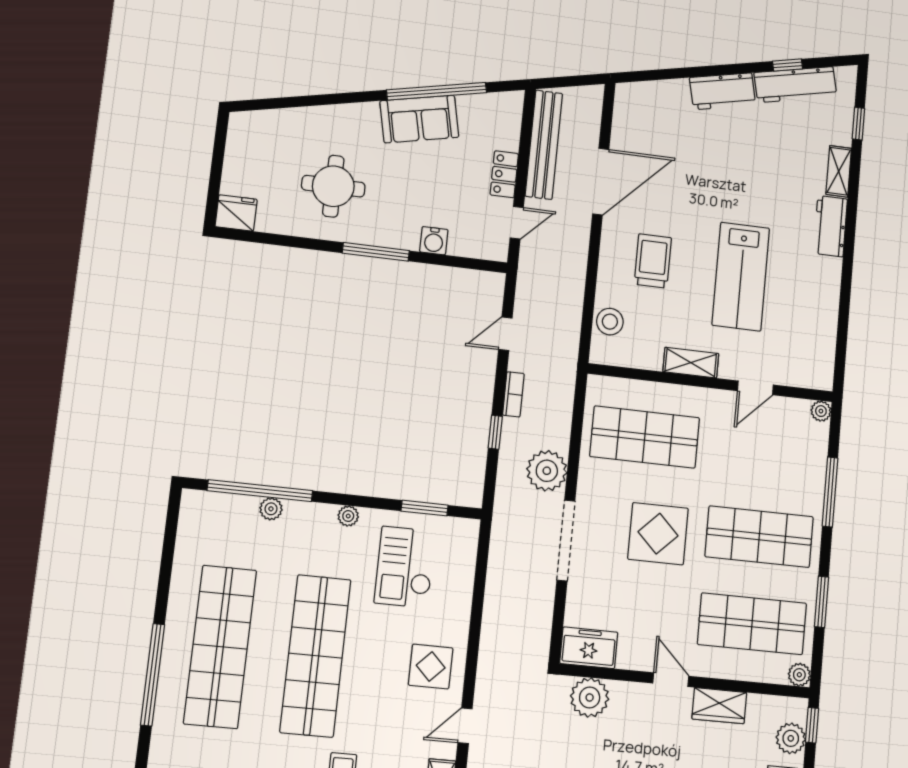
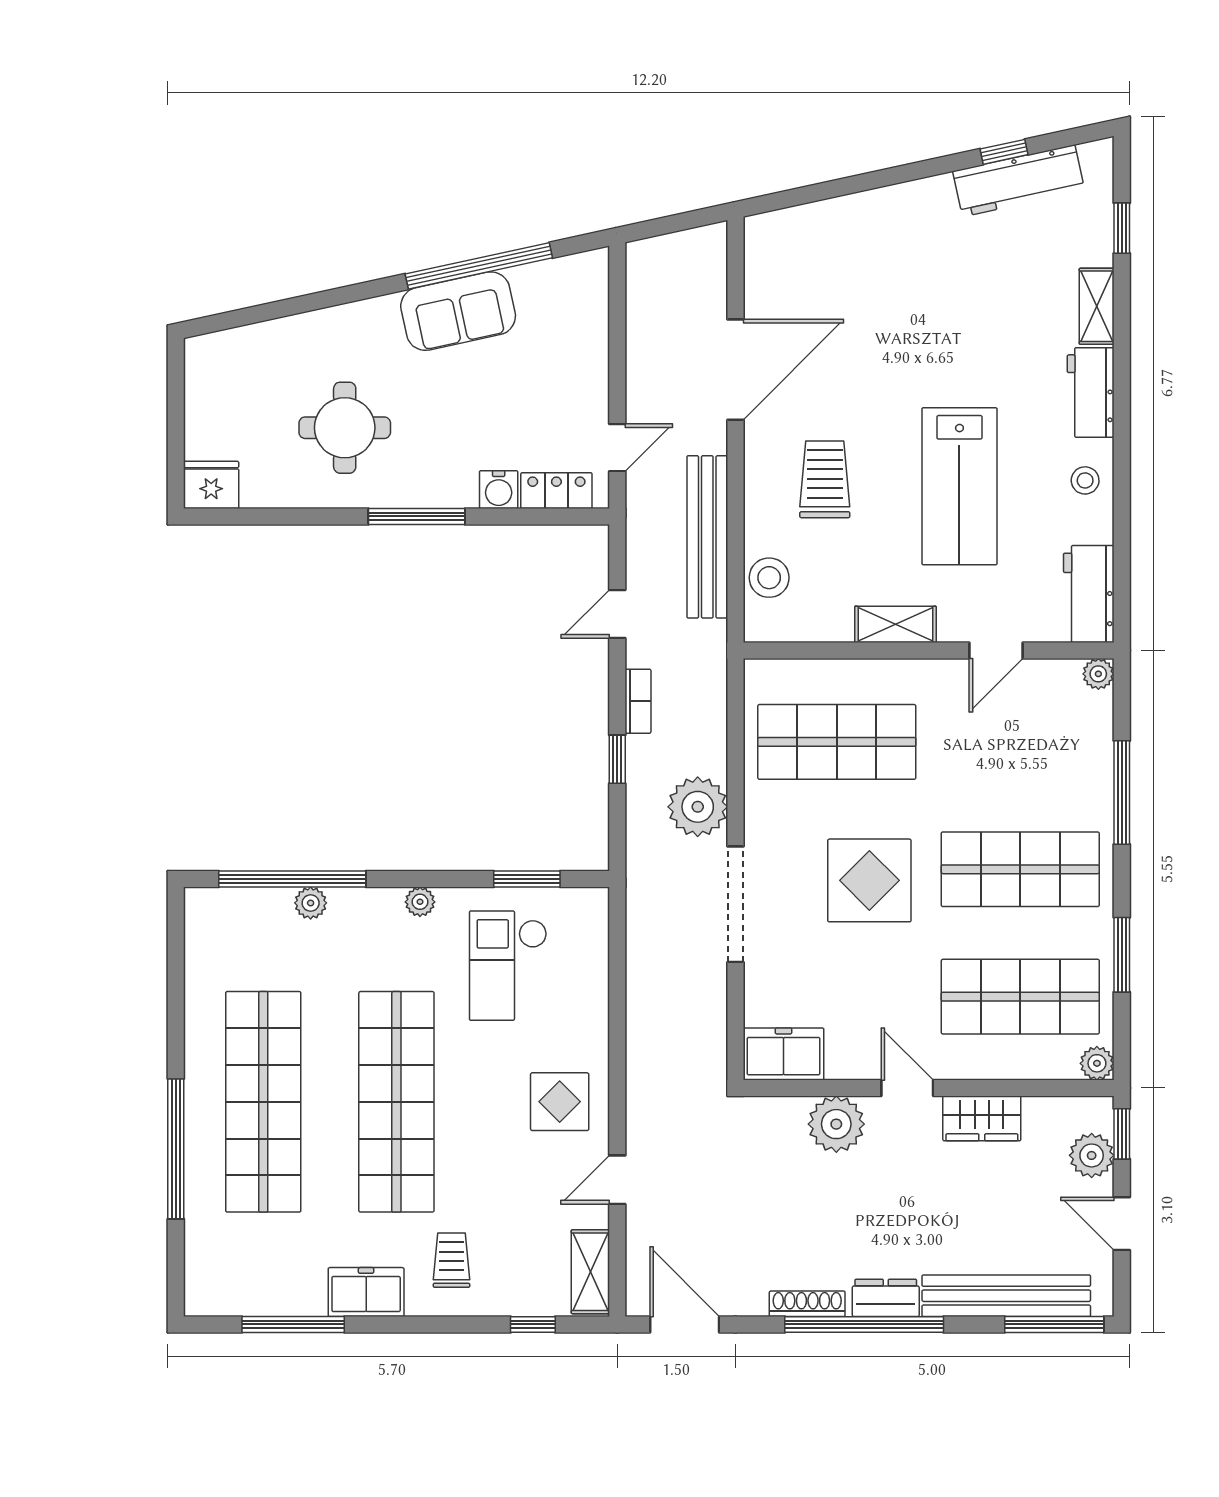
workbench: (723, 91) -> (1089, 594), moved, turned 102
bench: (544, 145) -> (707, 537), moved
locker: (504, 174) -> (556, 491), moved, turned 90
stool: (822, 283) -> (1085, 480), added
plant: (590, 697) -> (836, 1124), moved

